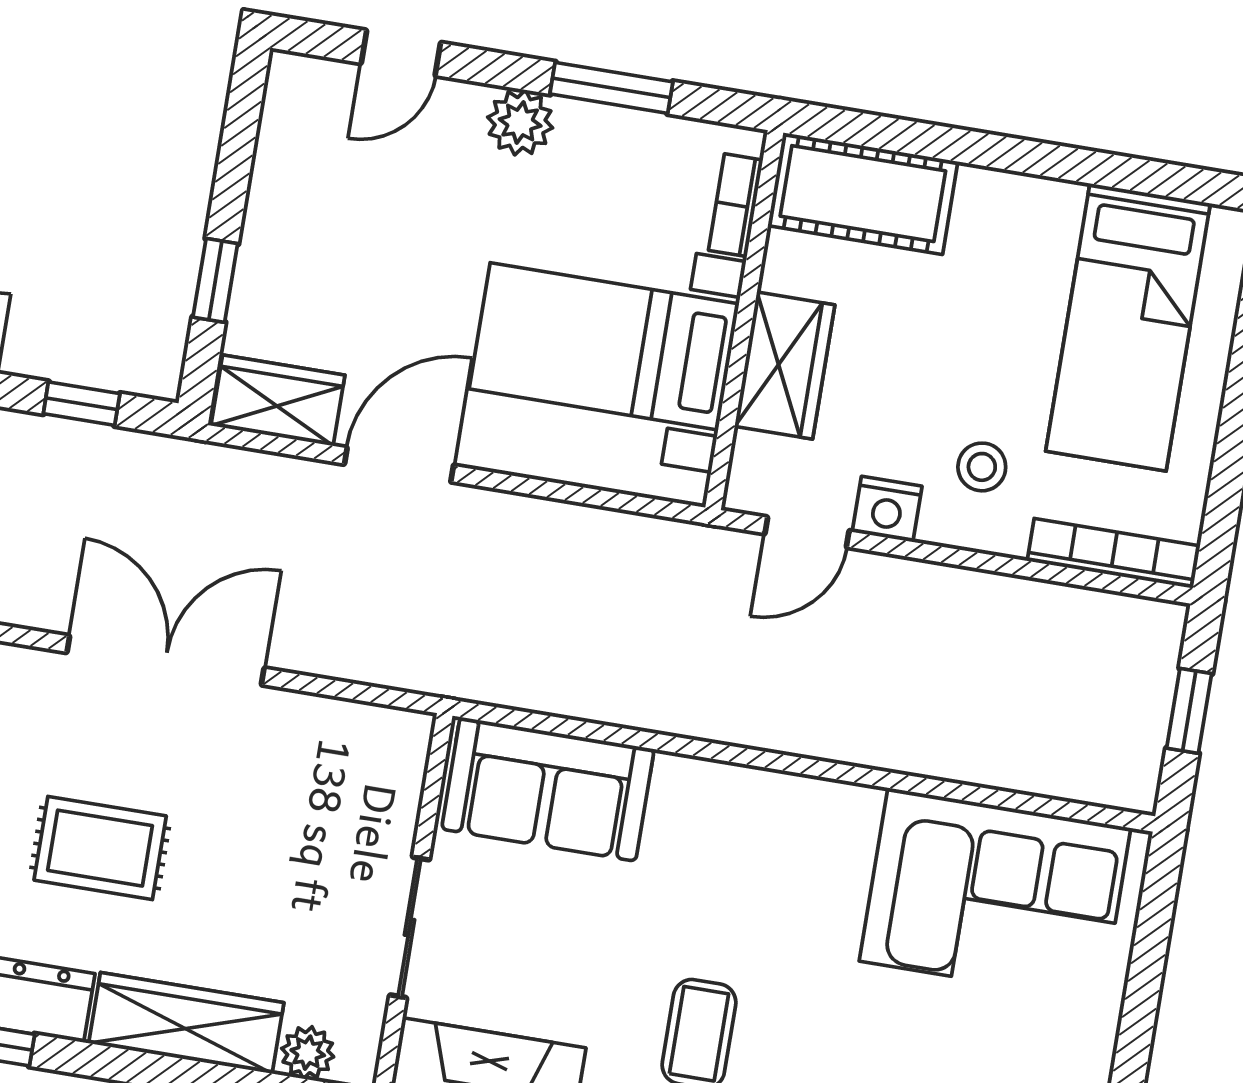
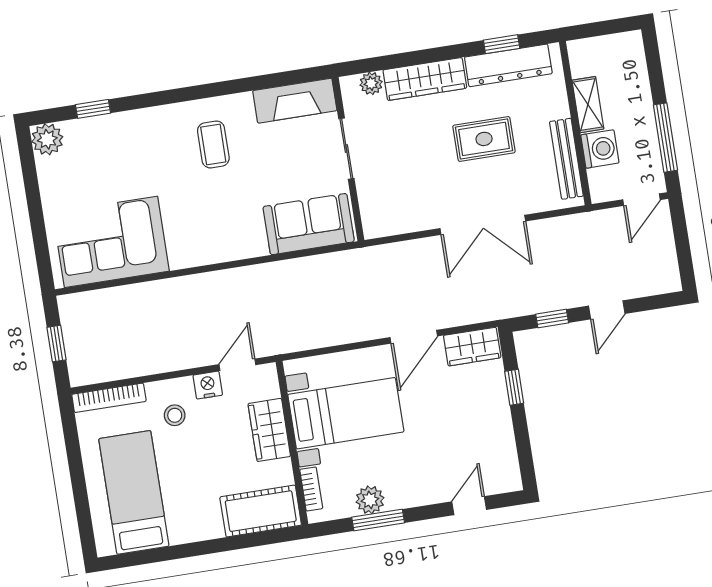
plant: (520, 123) -> (370, 500), moved

